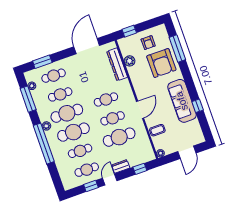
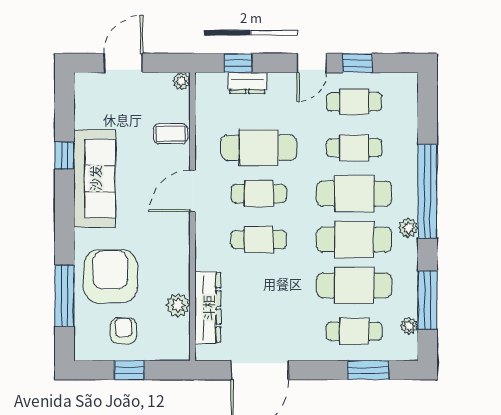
window: (129, 31) -> (129, 370), moved
cafe table: (60, 94) -> (354, 285), width x1.37, depth x1.35
dresser: (121, 166) -> (247, 83), moved

